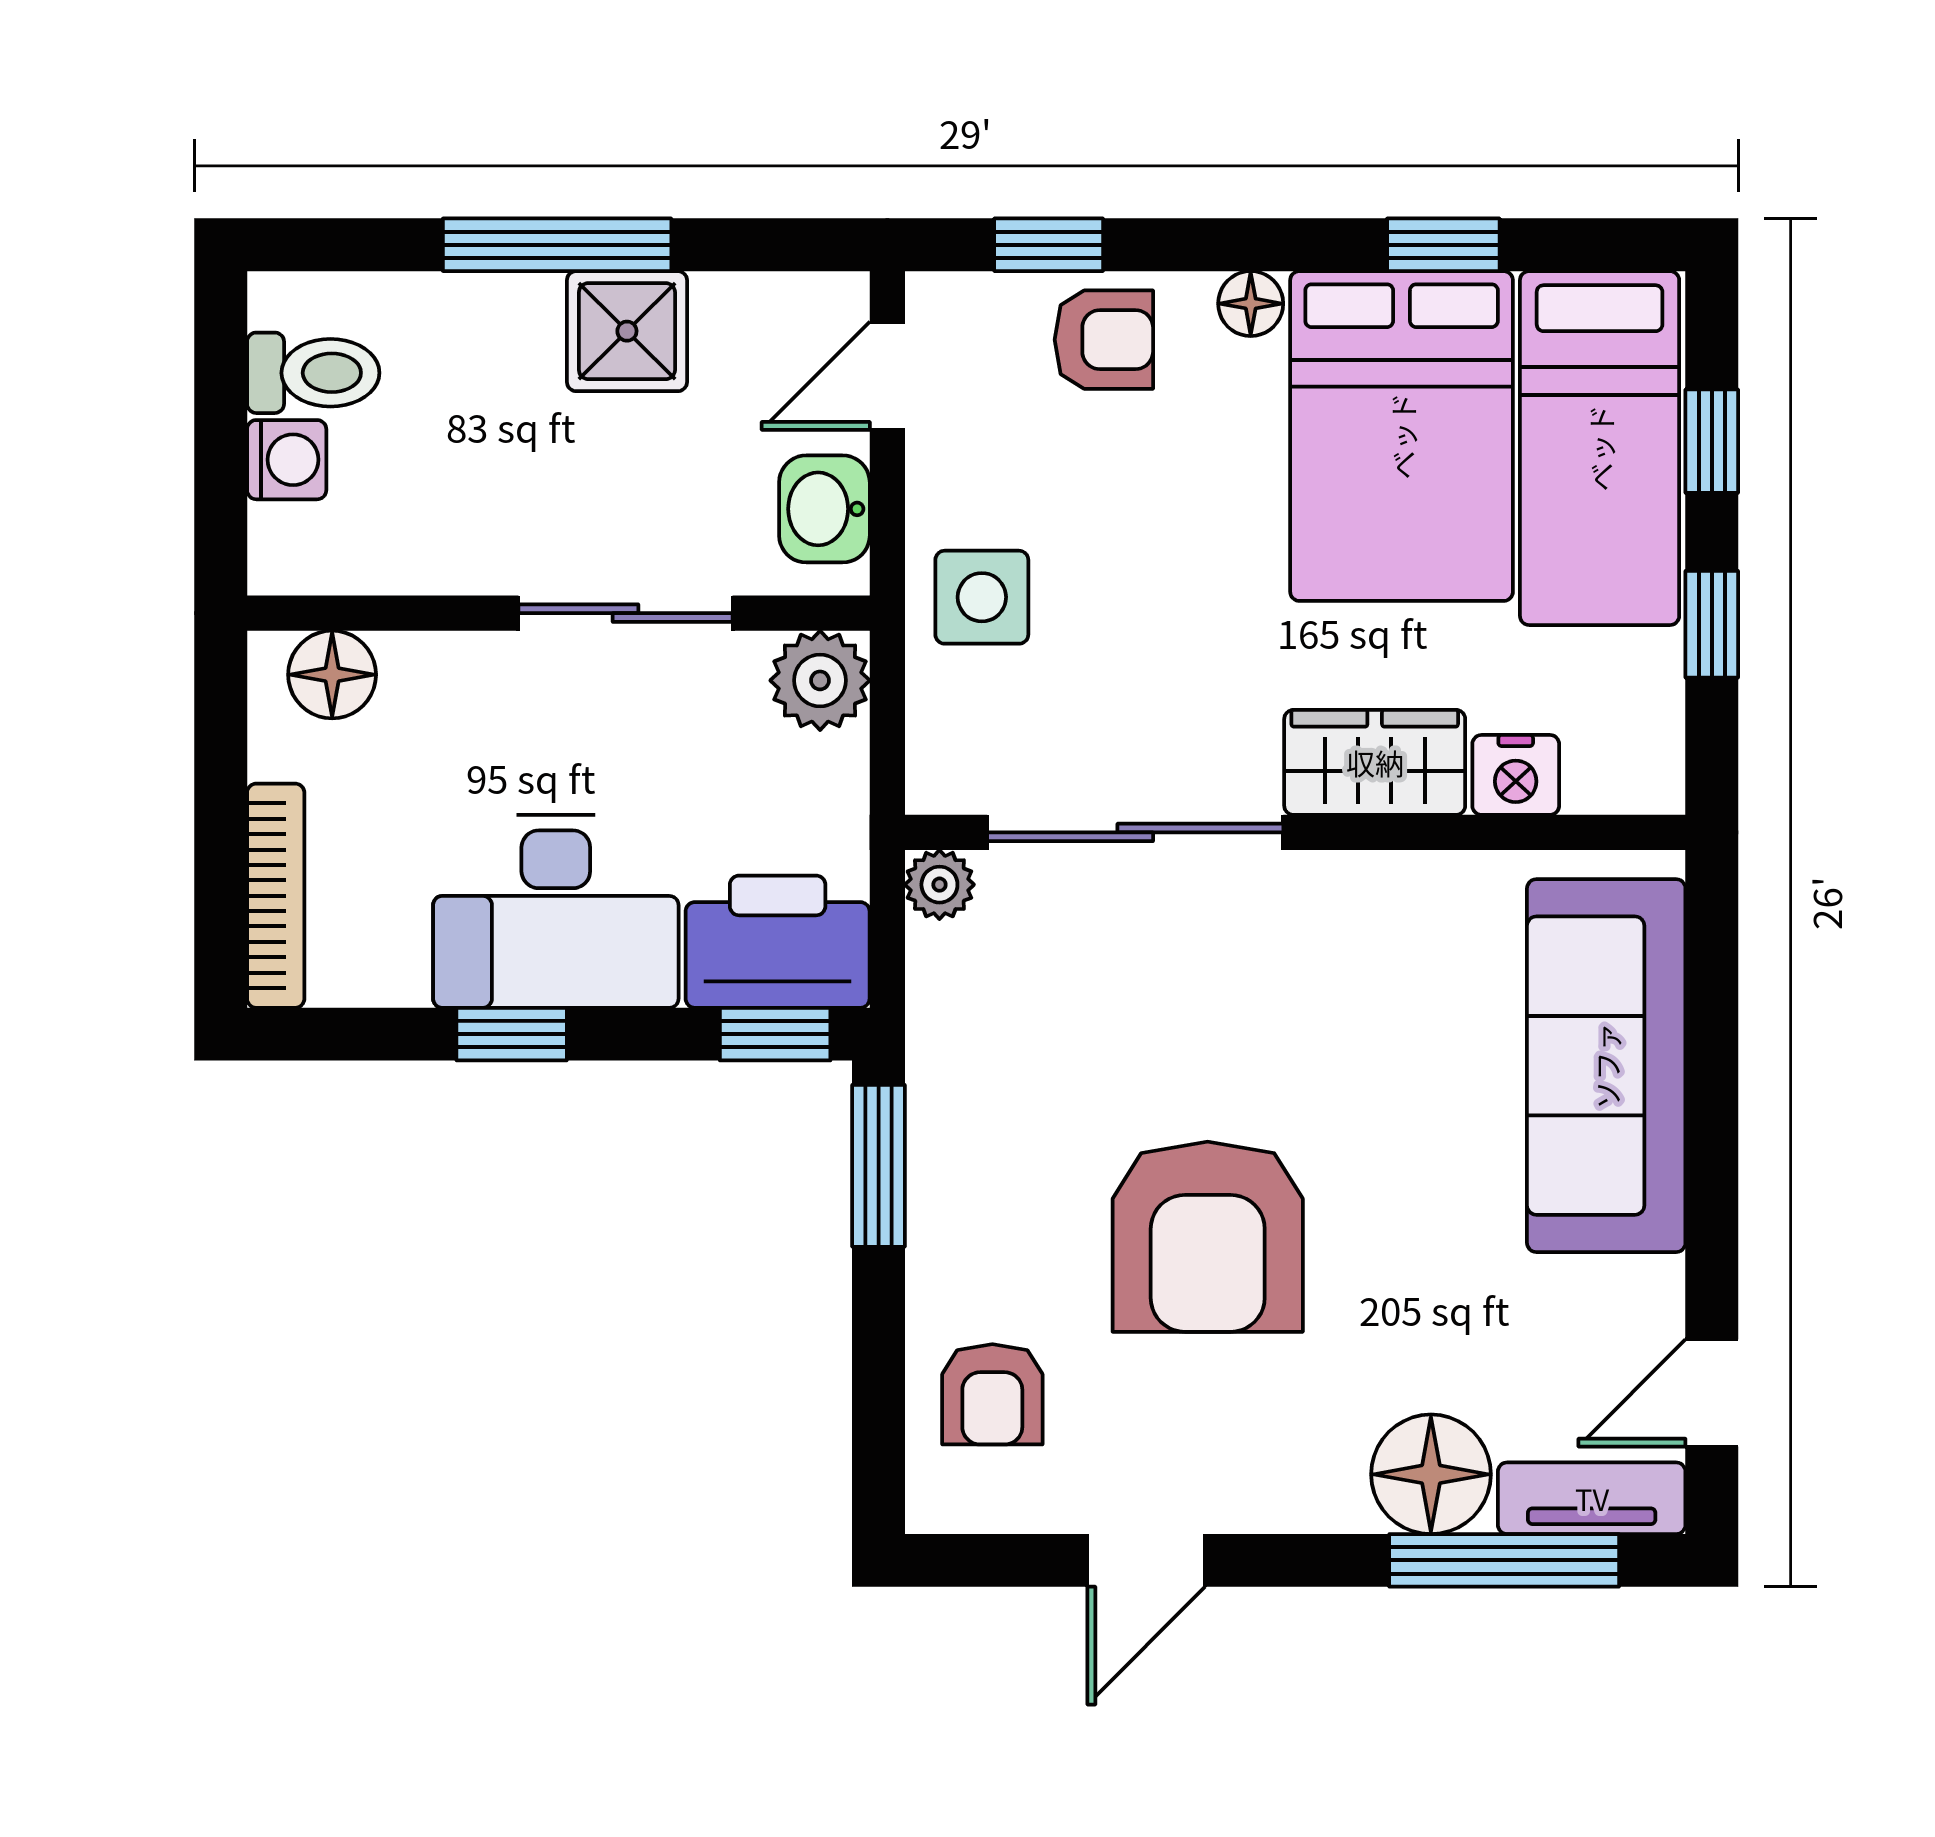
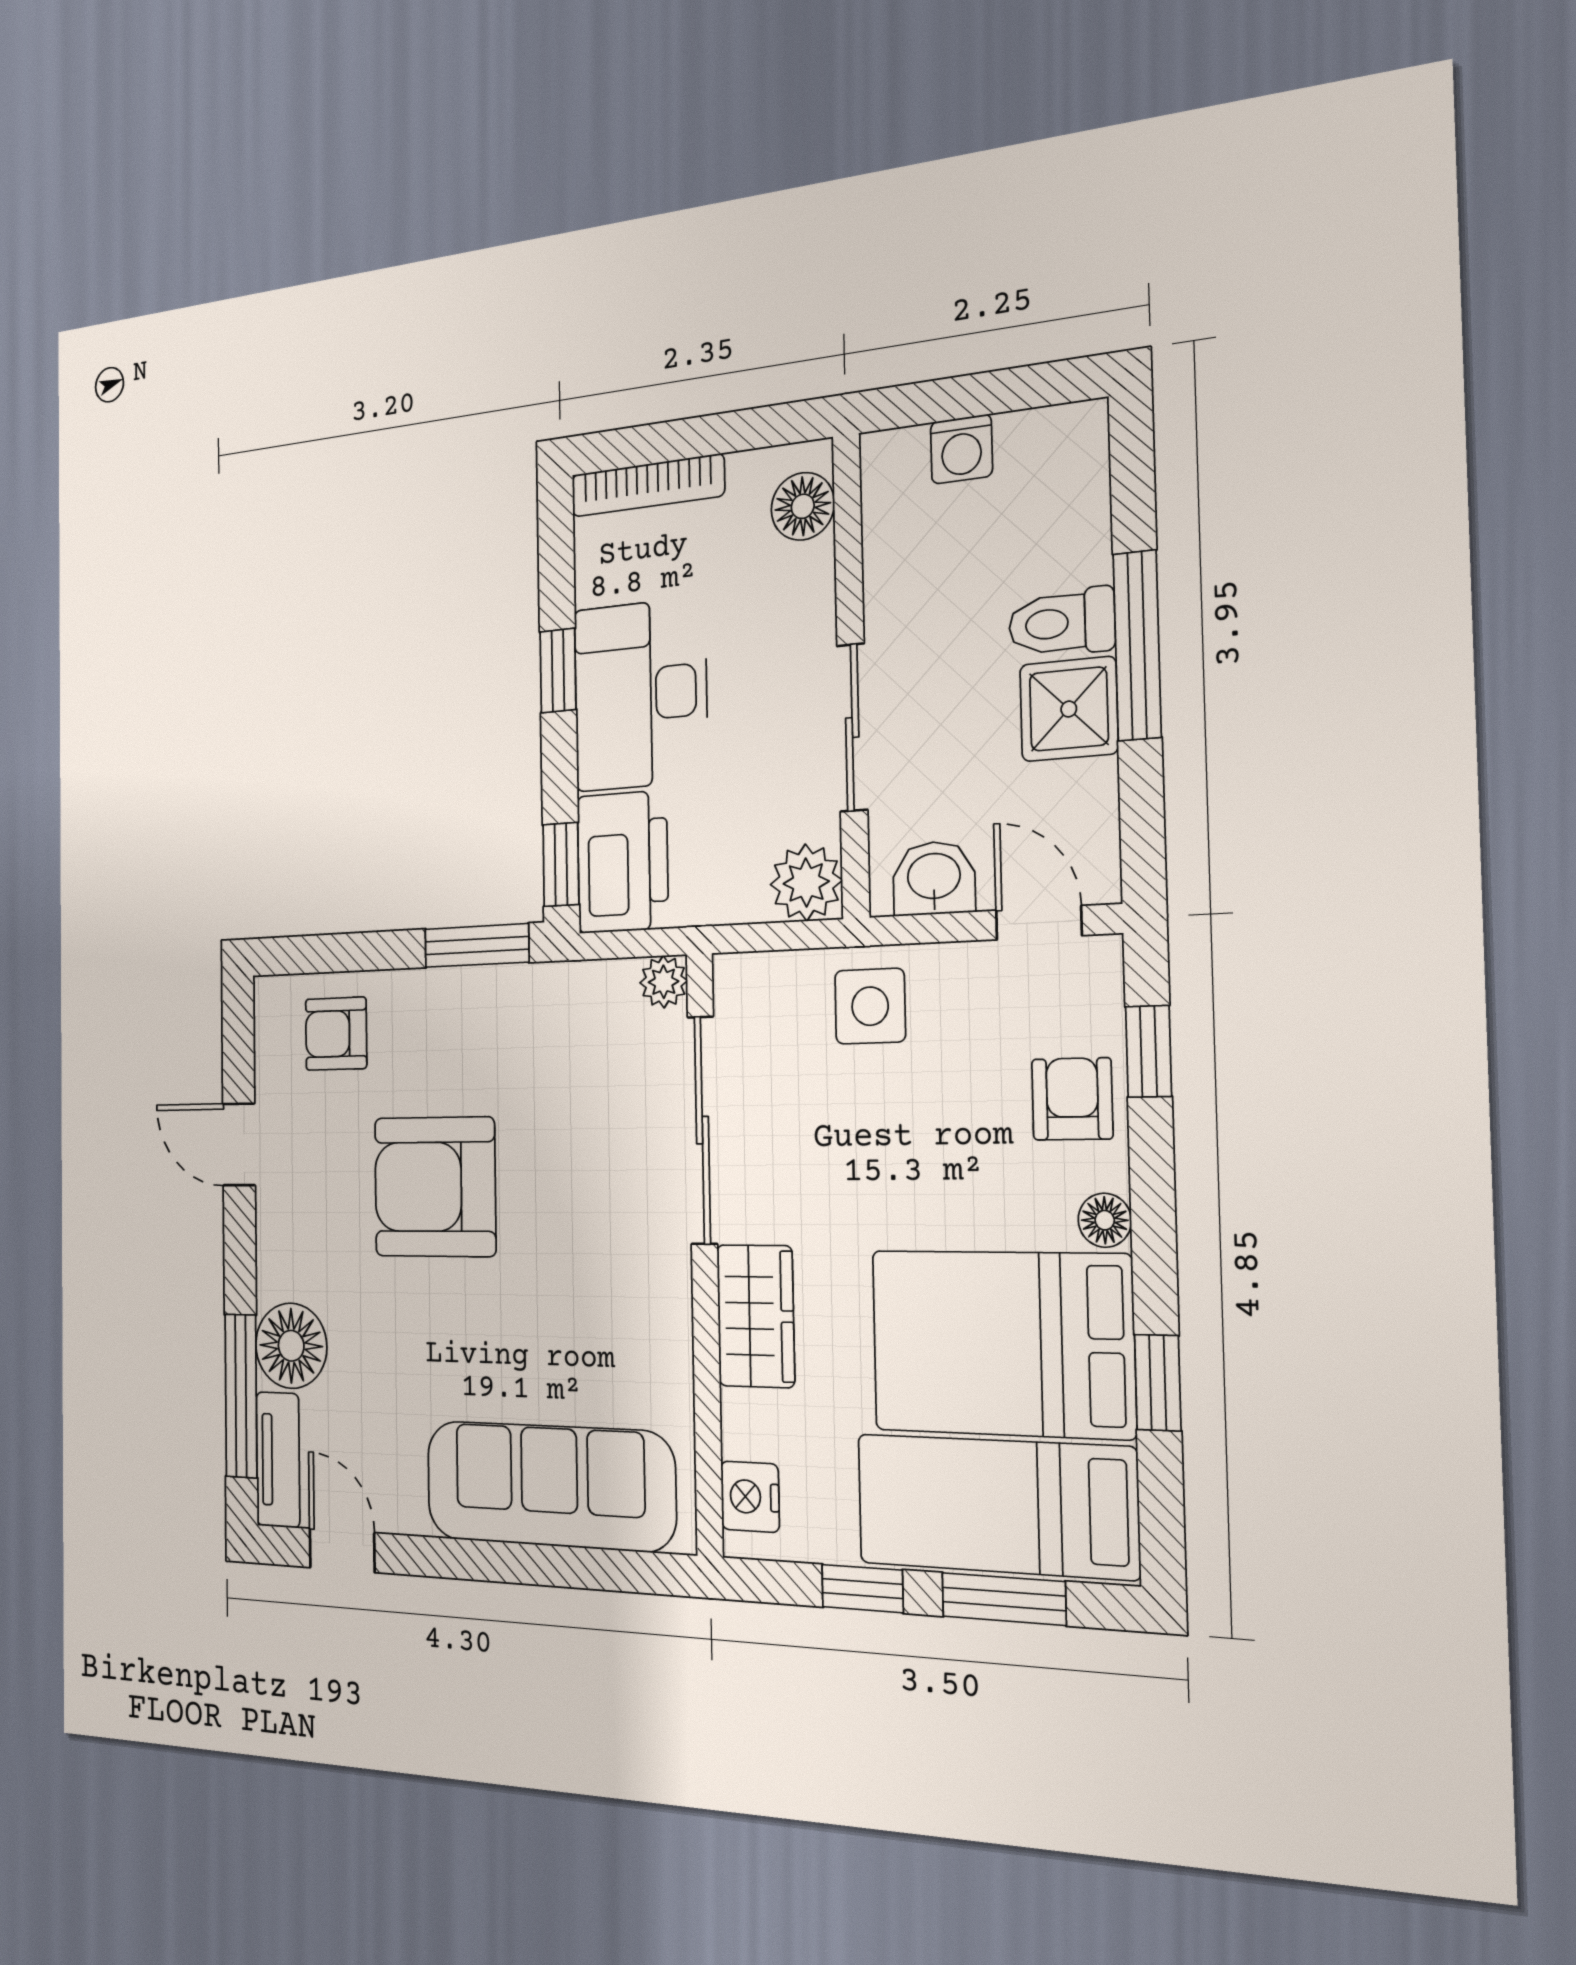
armchair: (1104, 340) -> (1072, 1099), turned 180
toilet: (313, 373) -> (1062, 623), moved, turned 90
window: (1712, 441) -> (1004, 1599), width x1.50
nightstand: (1516, 775) -> (750, 1497), moved

